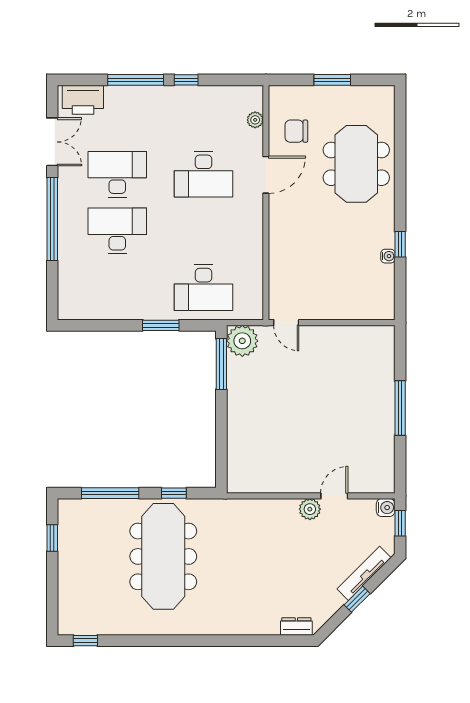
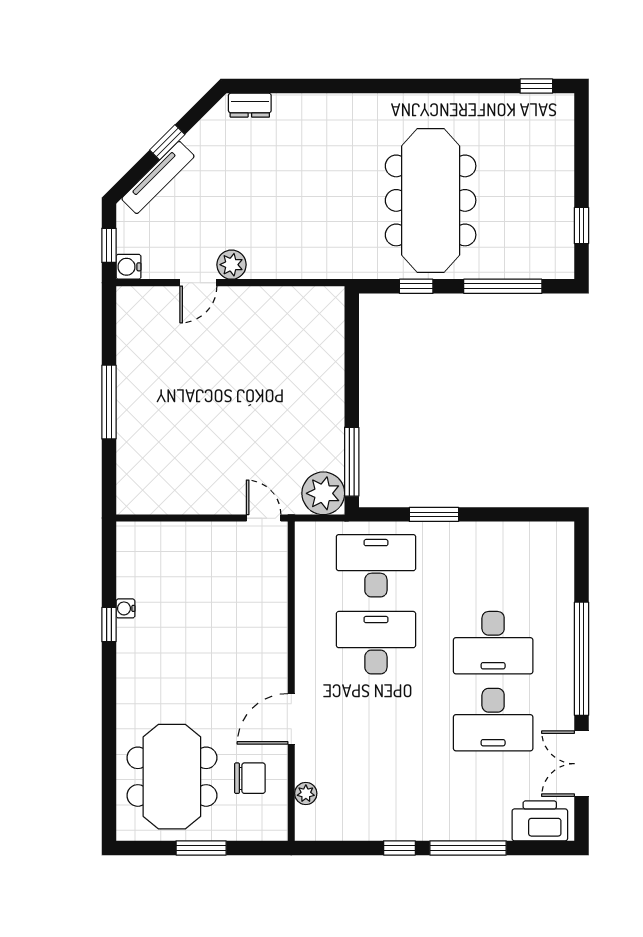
meeting table: (356, 164) -> (172, 777), moved
desk: (203, 174) -> (376, 643), moved

